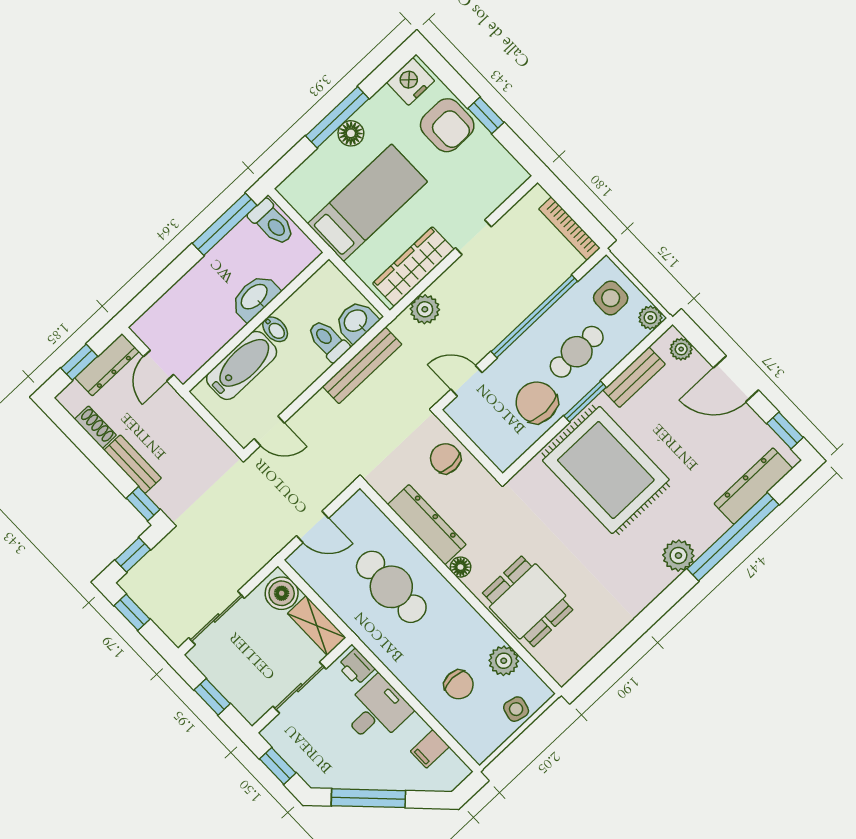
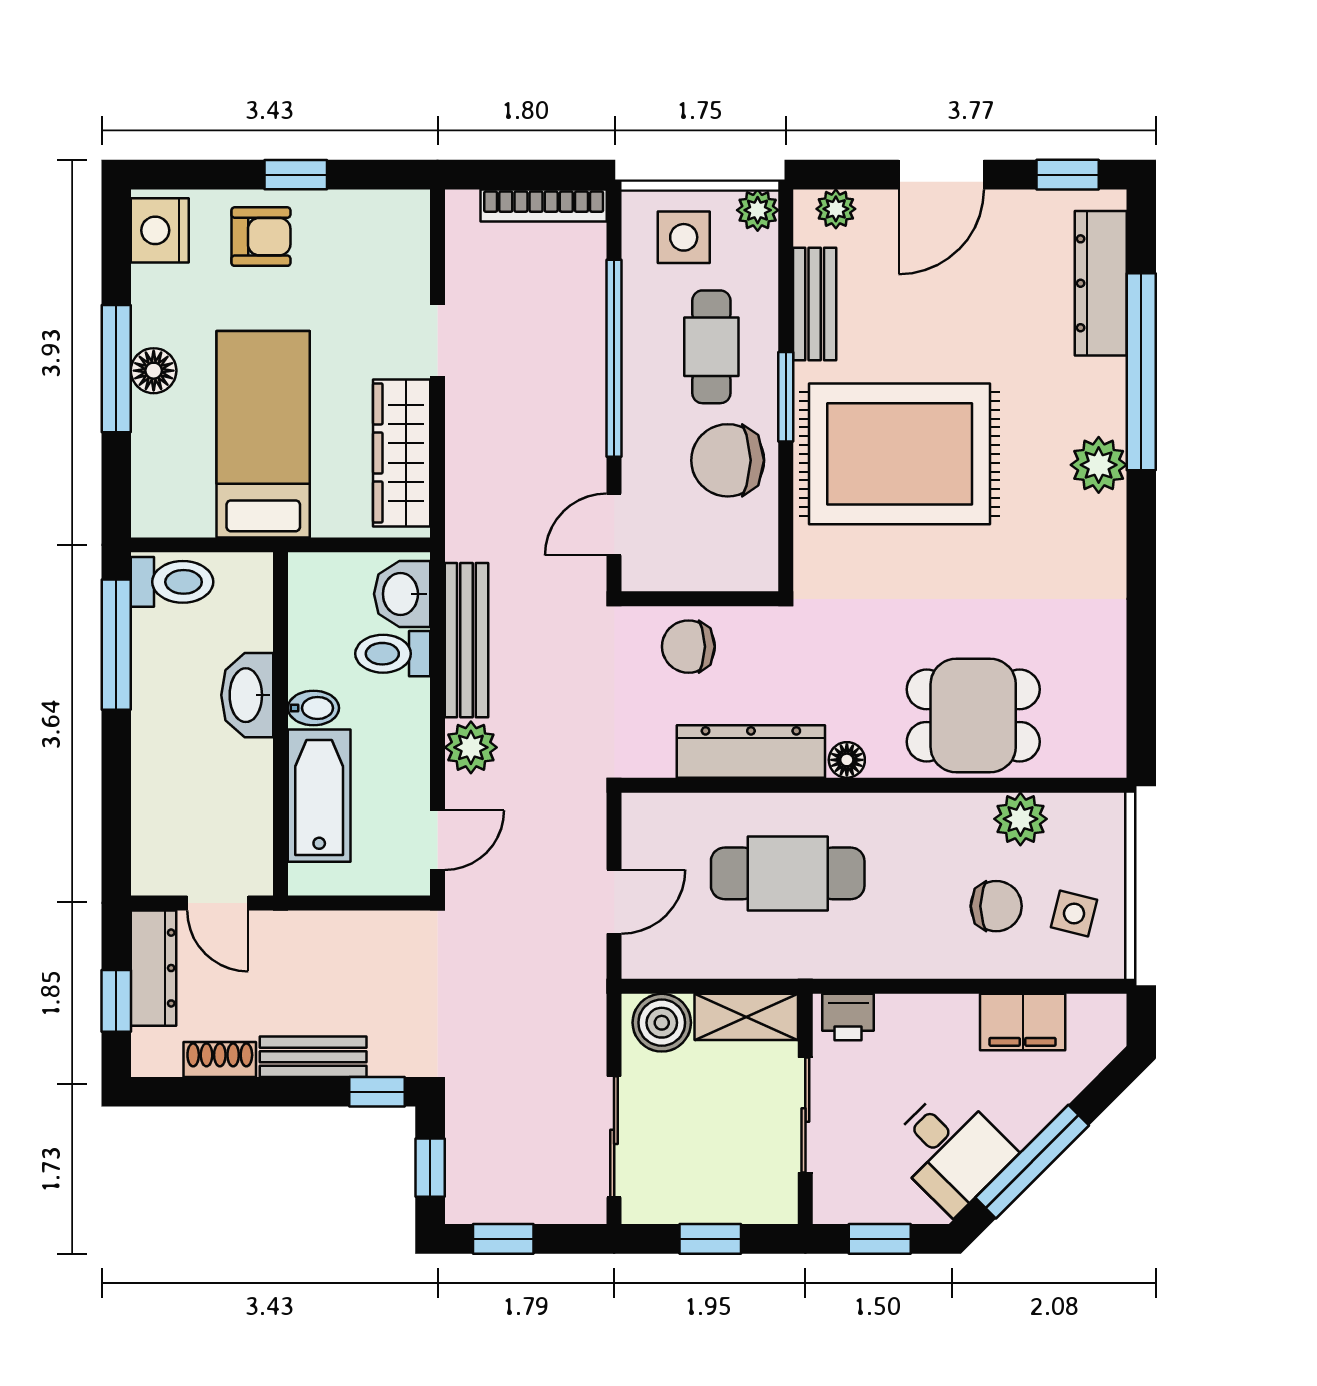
armchair: (447, 125) -> (261, 237), width x0.72, depth x0.72
plant: (425, 309) -> (471, 747), moved
side table: (516, 709) -> (1074, 914), moved
desk: (376, 711) -> (951, 1150), moved, turned 135
filing cabinet: (430, 749) -> (1023, 1022), width x2.00

